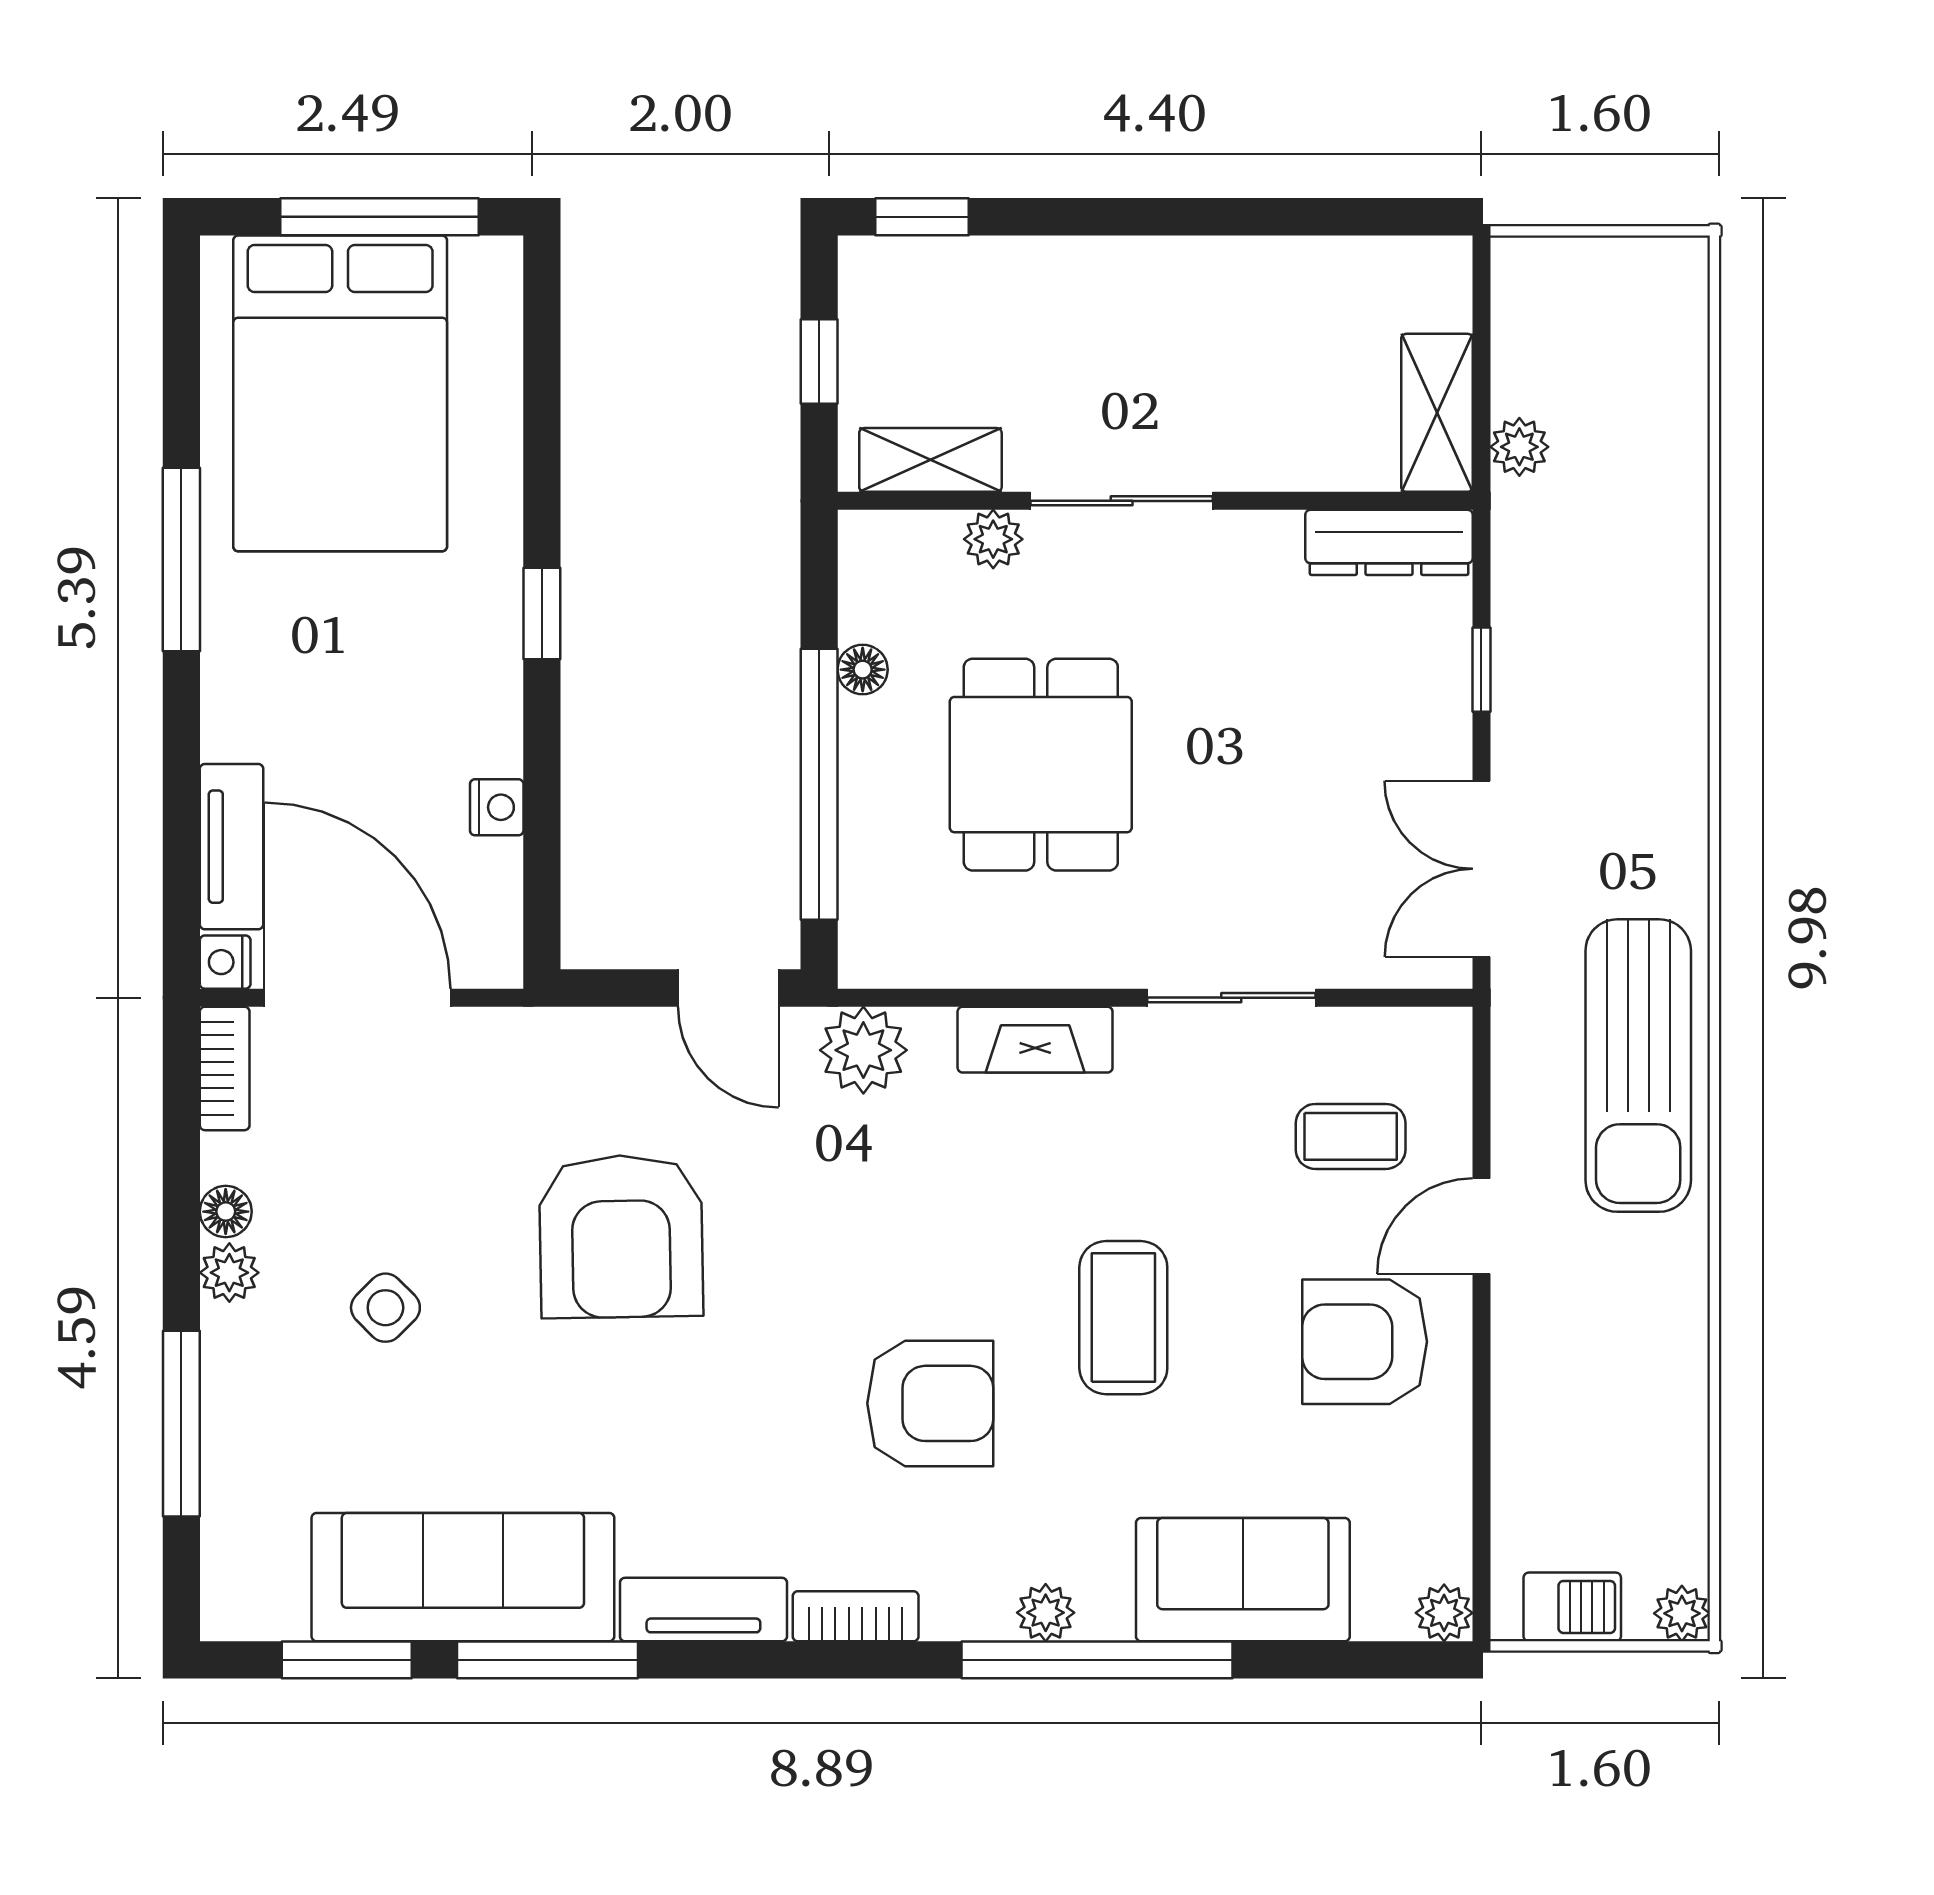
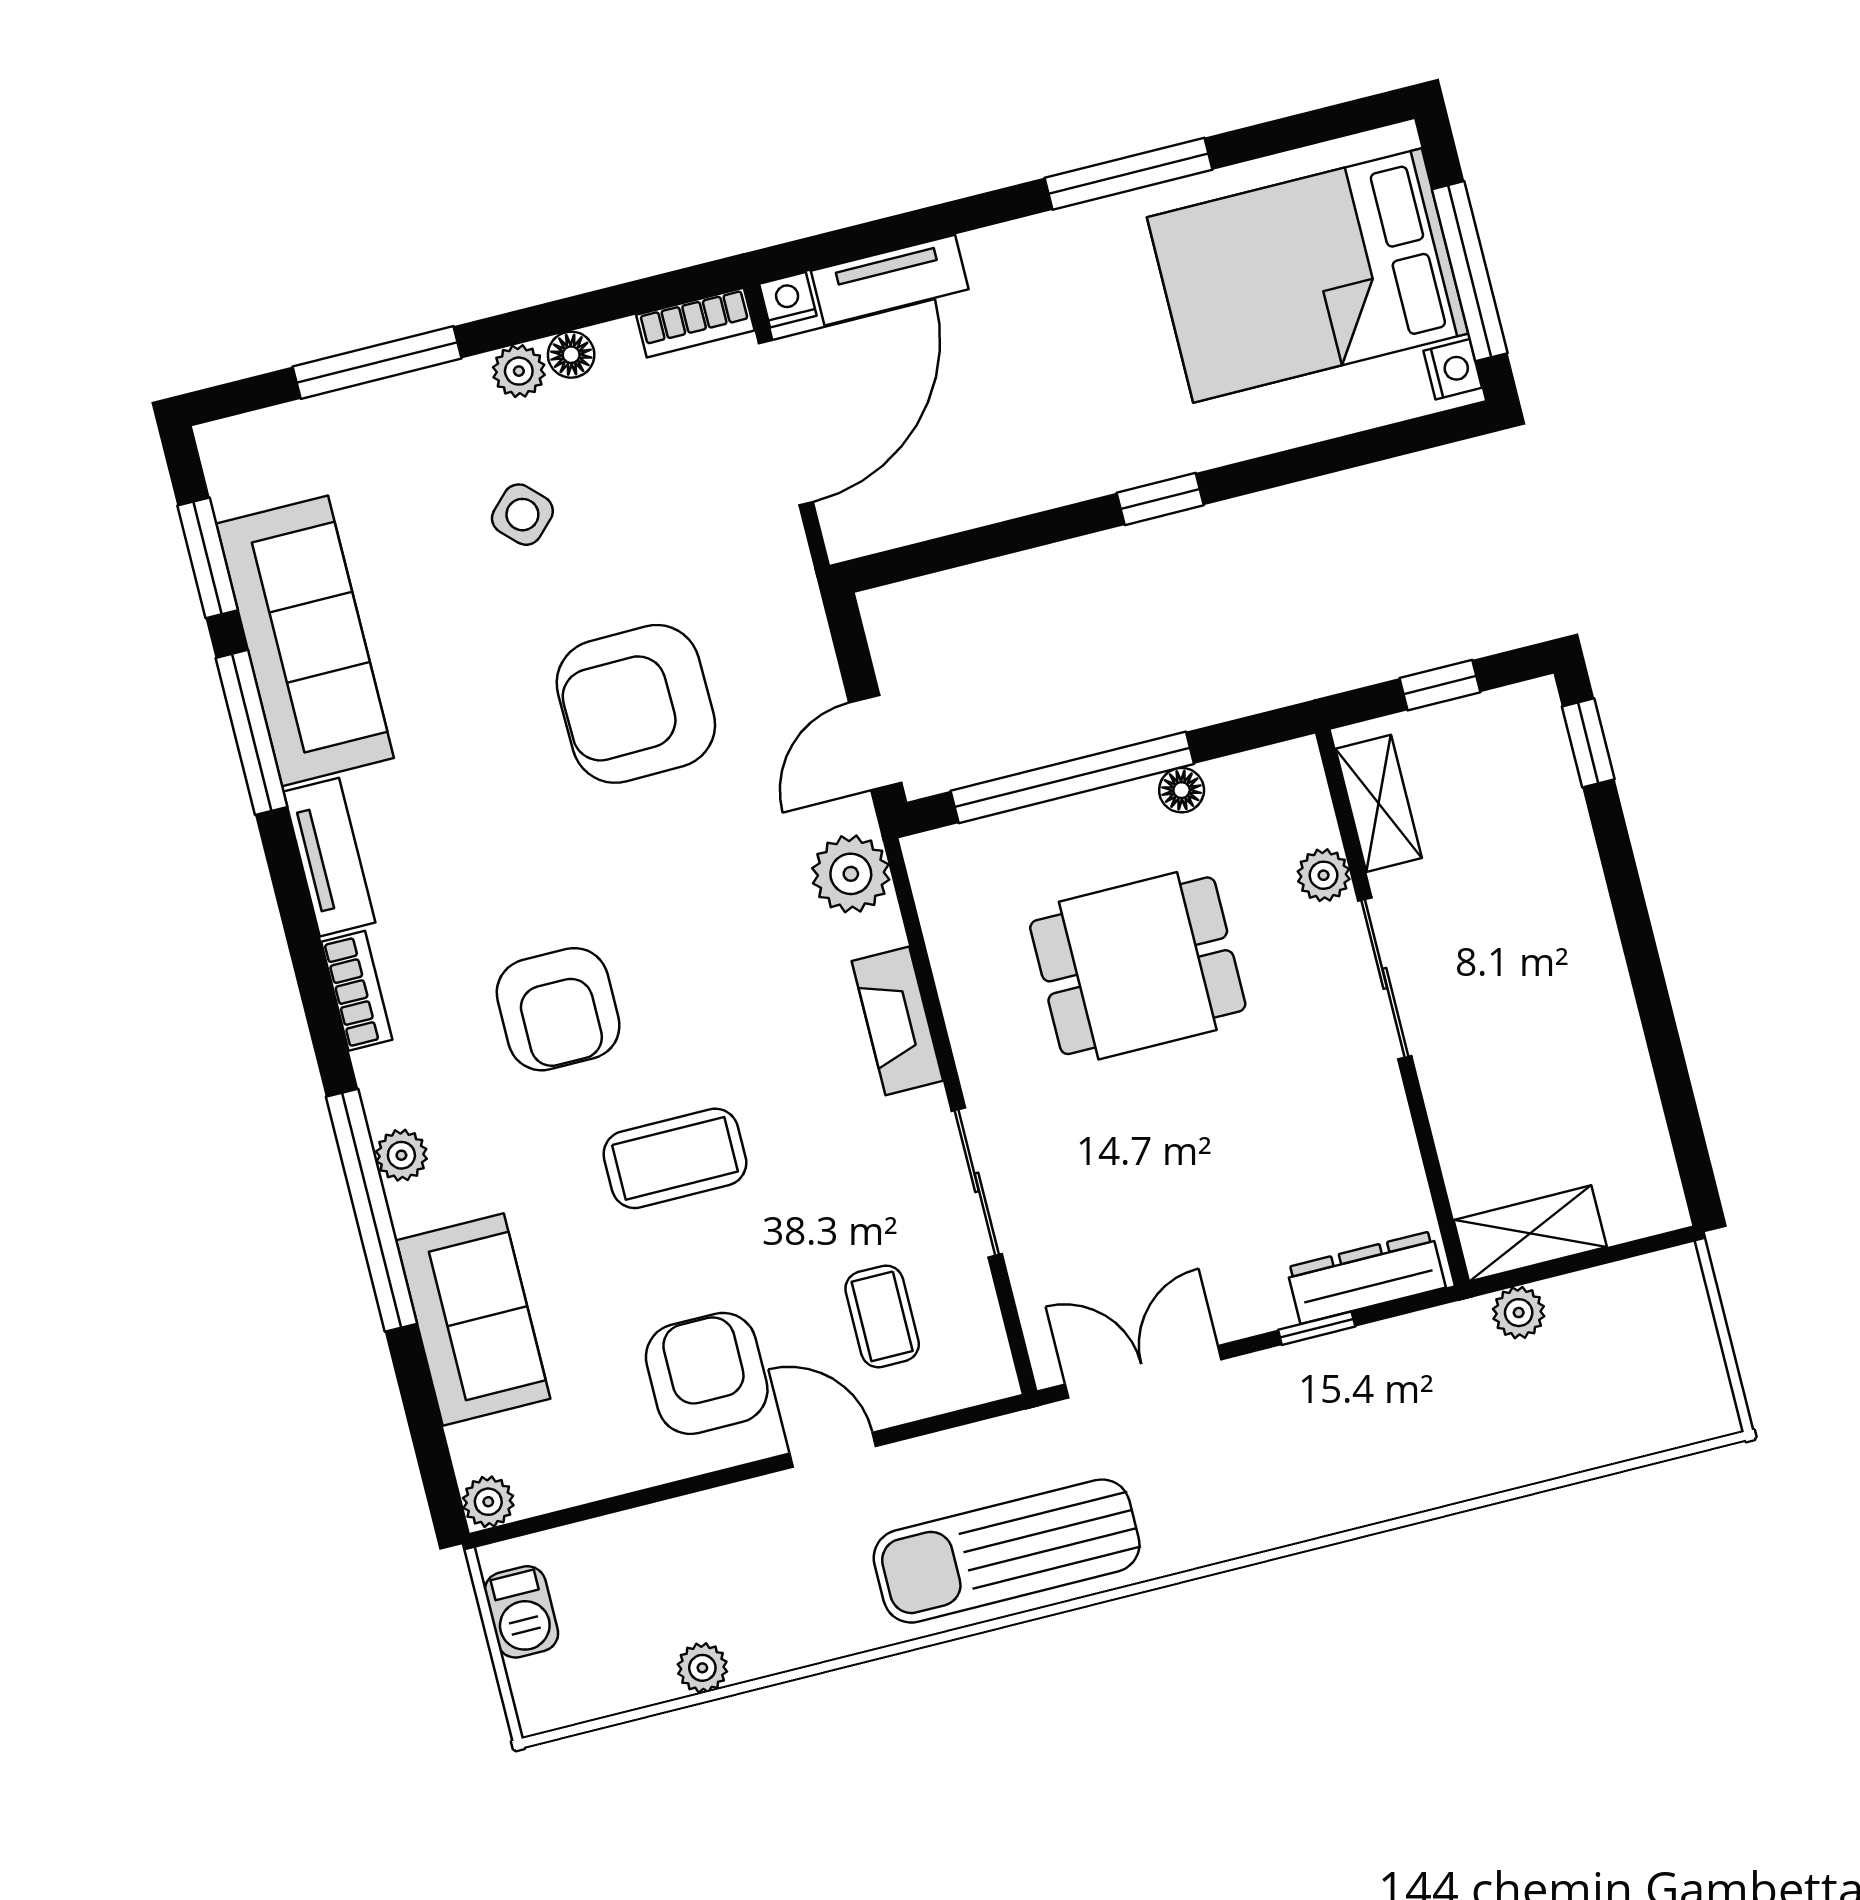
dresser: (1389, 542) -> (1366, 1277), moved, turned 90
nightstand: (497, 807) -> (1453, 369), moved, turned -90
plant: (1682, 1613) -> (702, 1668), moved

